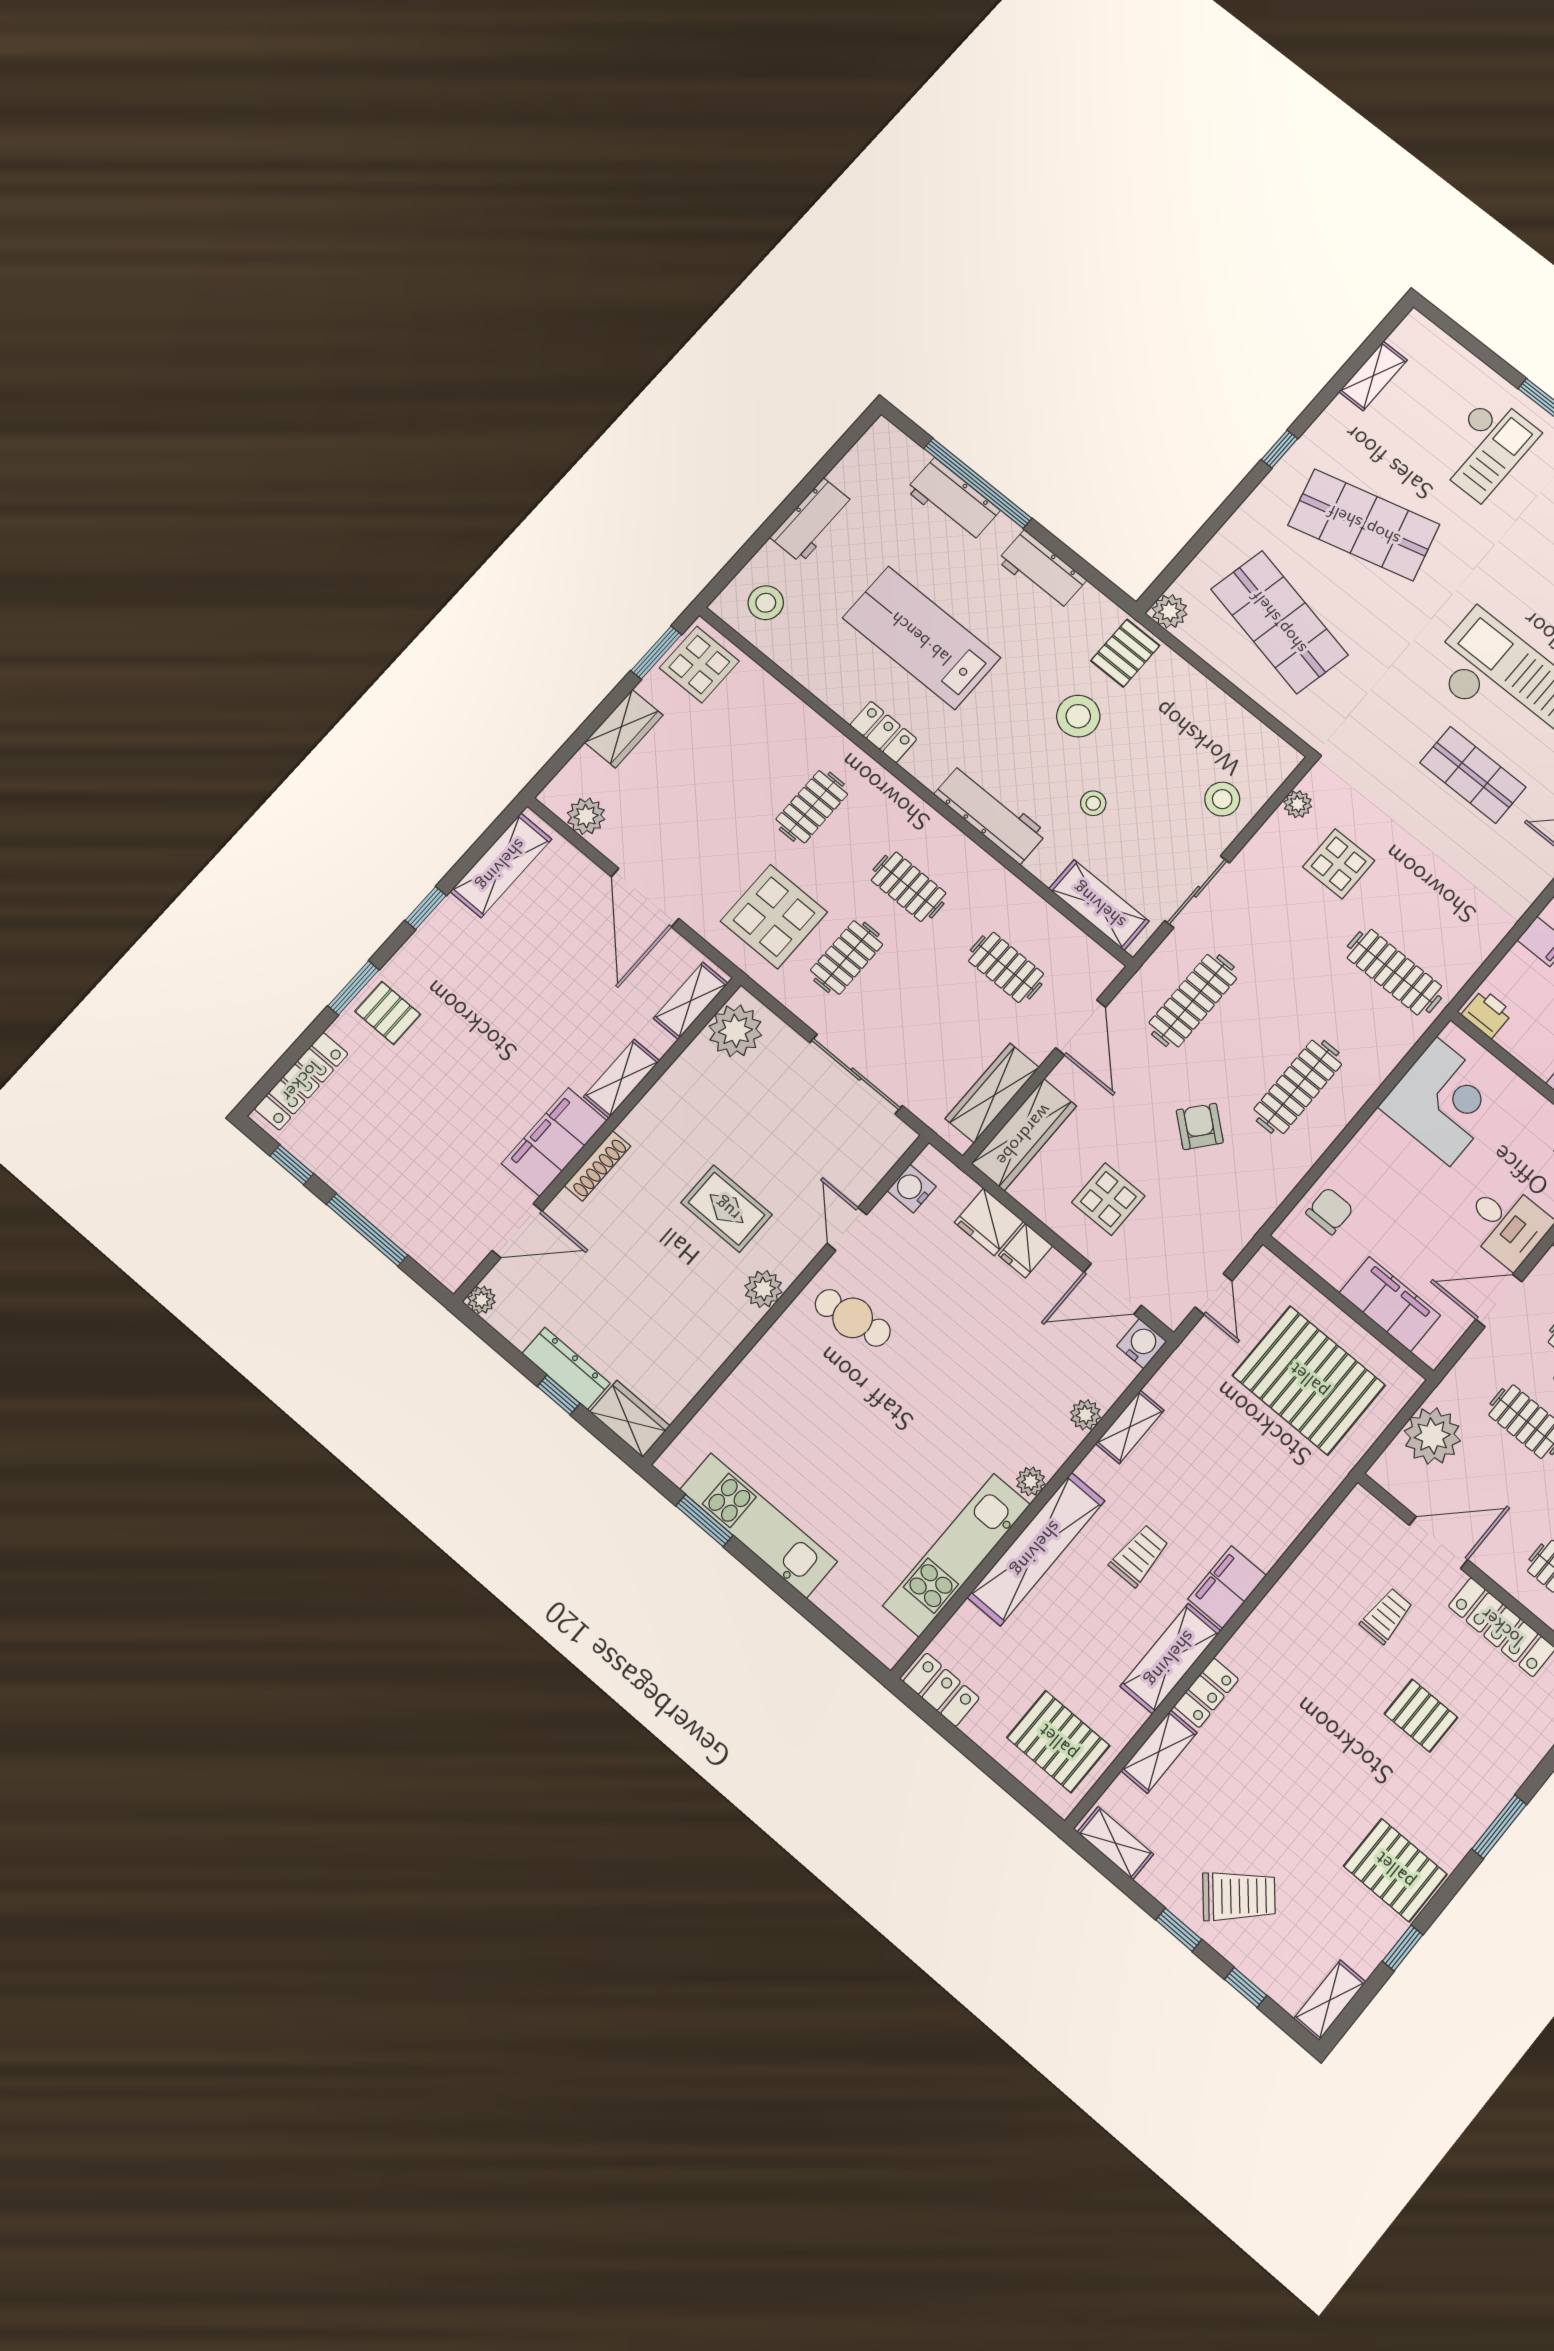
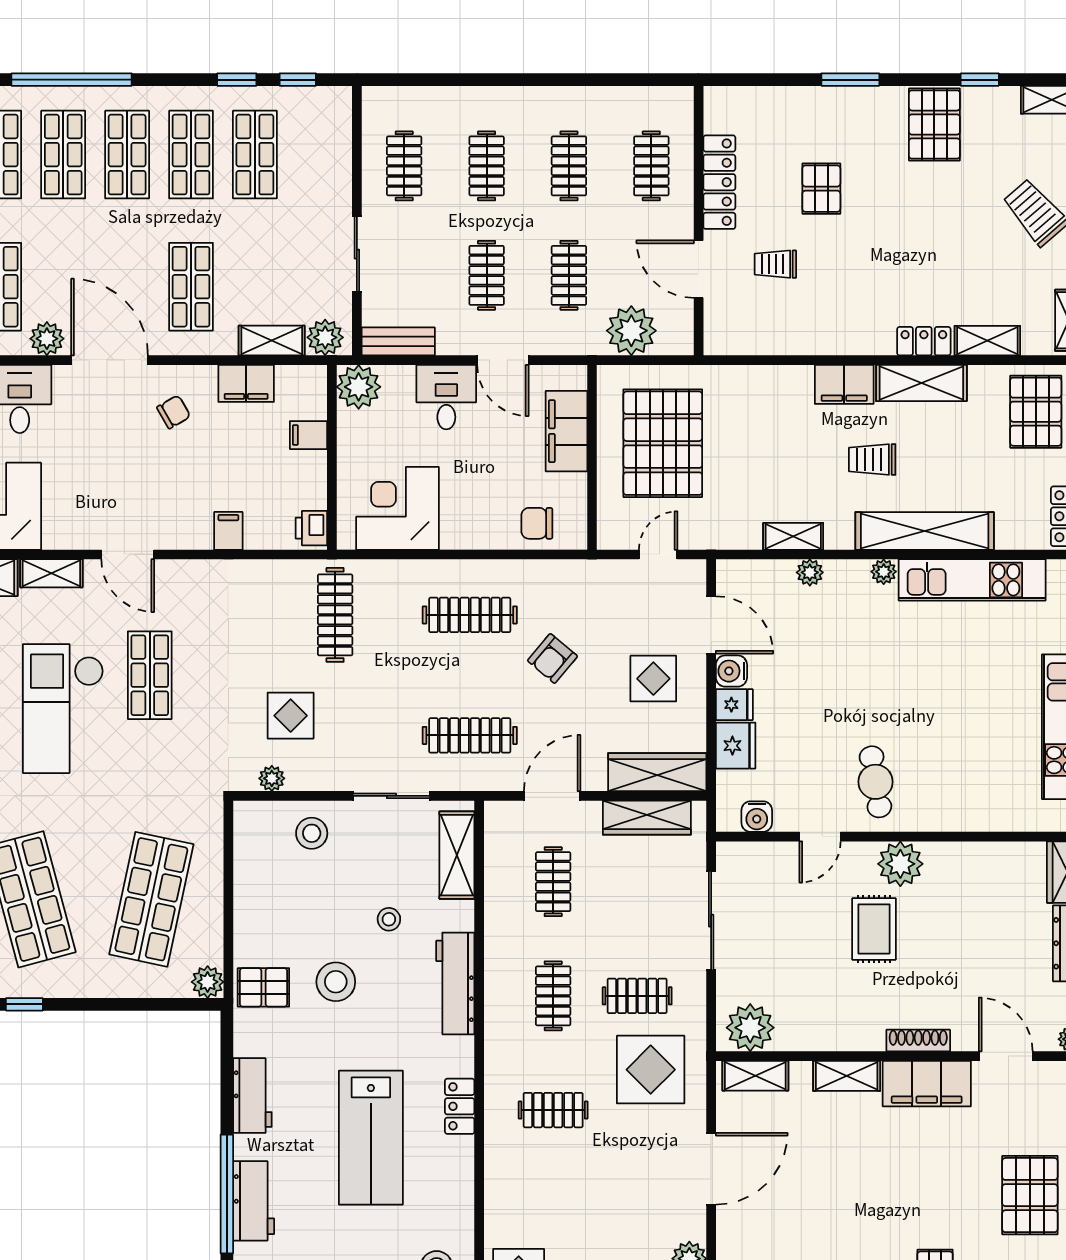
pallet: (380, 1151) -> (1030, 1195), added
plant: (763, 1289) -> (900, 864), width x1.36, depth x1.36
water cooler: (1142, 1344) -> (731, 671), moved

